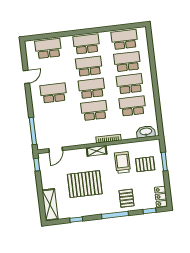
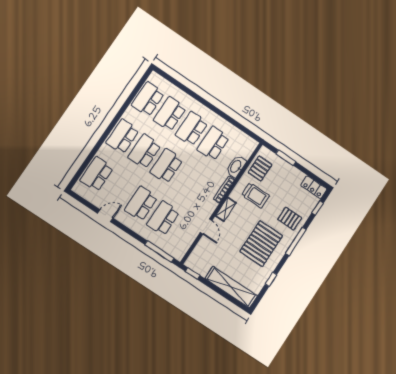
door: (26, 77) -> (105, 216), hinge flipped
school desk: (94, 111) -> (163, 218), moved
washbasin: (146, 132) -> (236, 166), moved
door: (56, 150) -> (206, 226), moved
trolley: (122, 162) -> (256, 195), turned 180
pallet: (145, 164) -> (260, 168), moved
pallet: (85, 184) -> (261, 244), moved
shelving: (50, 205) -> (231, 287), width x1.47

